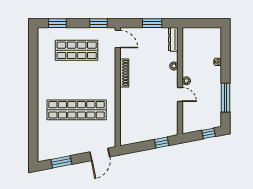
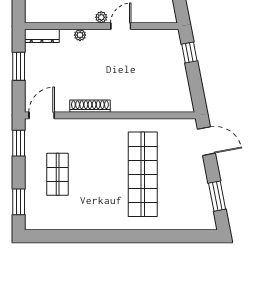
shop shelf: (77, 50) -> (58, 174), width x0.70, depth x0.74

